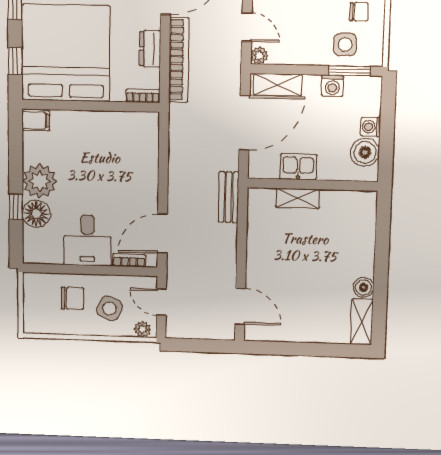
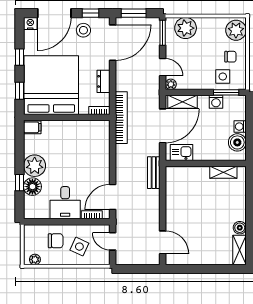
bookcase: (179, 60) -> (121, 118), moved
kitchen sink: (298, 167) -> (181, 152), moved
shelving: (298, 198) -> (223, 172), moved
plant: (142, 329) -> (35, 259), moved

